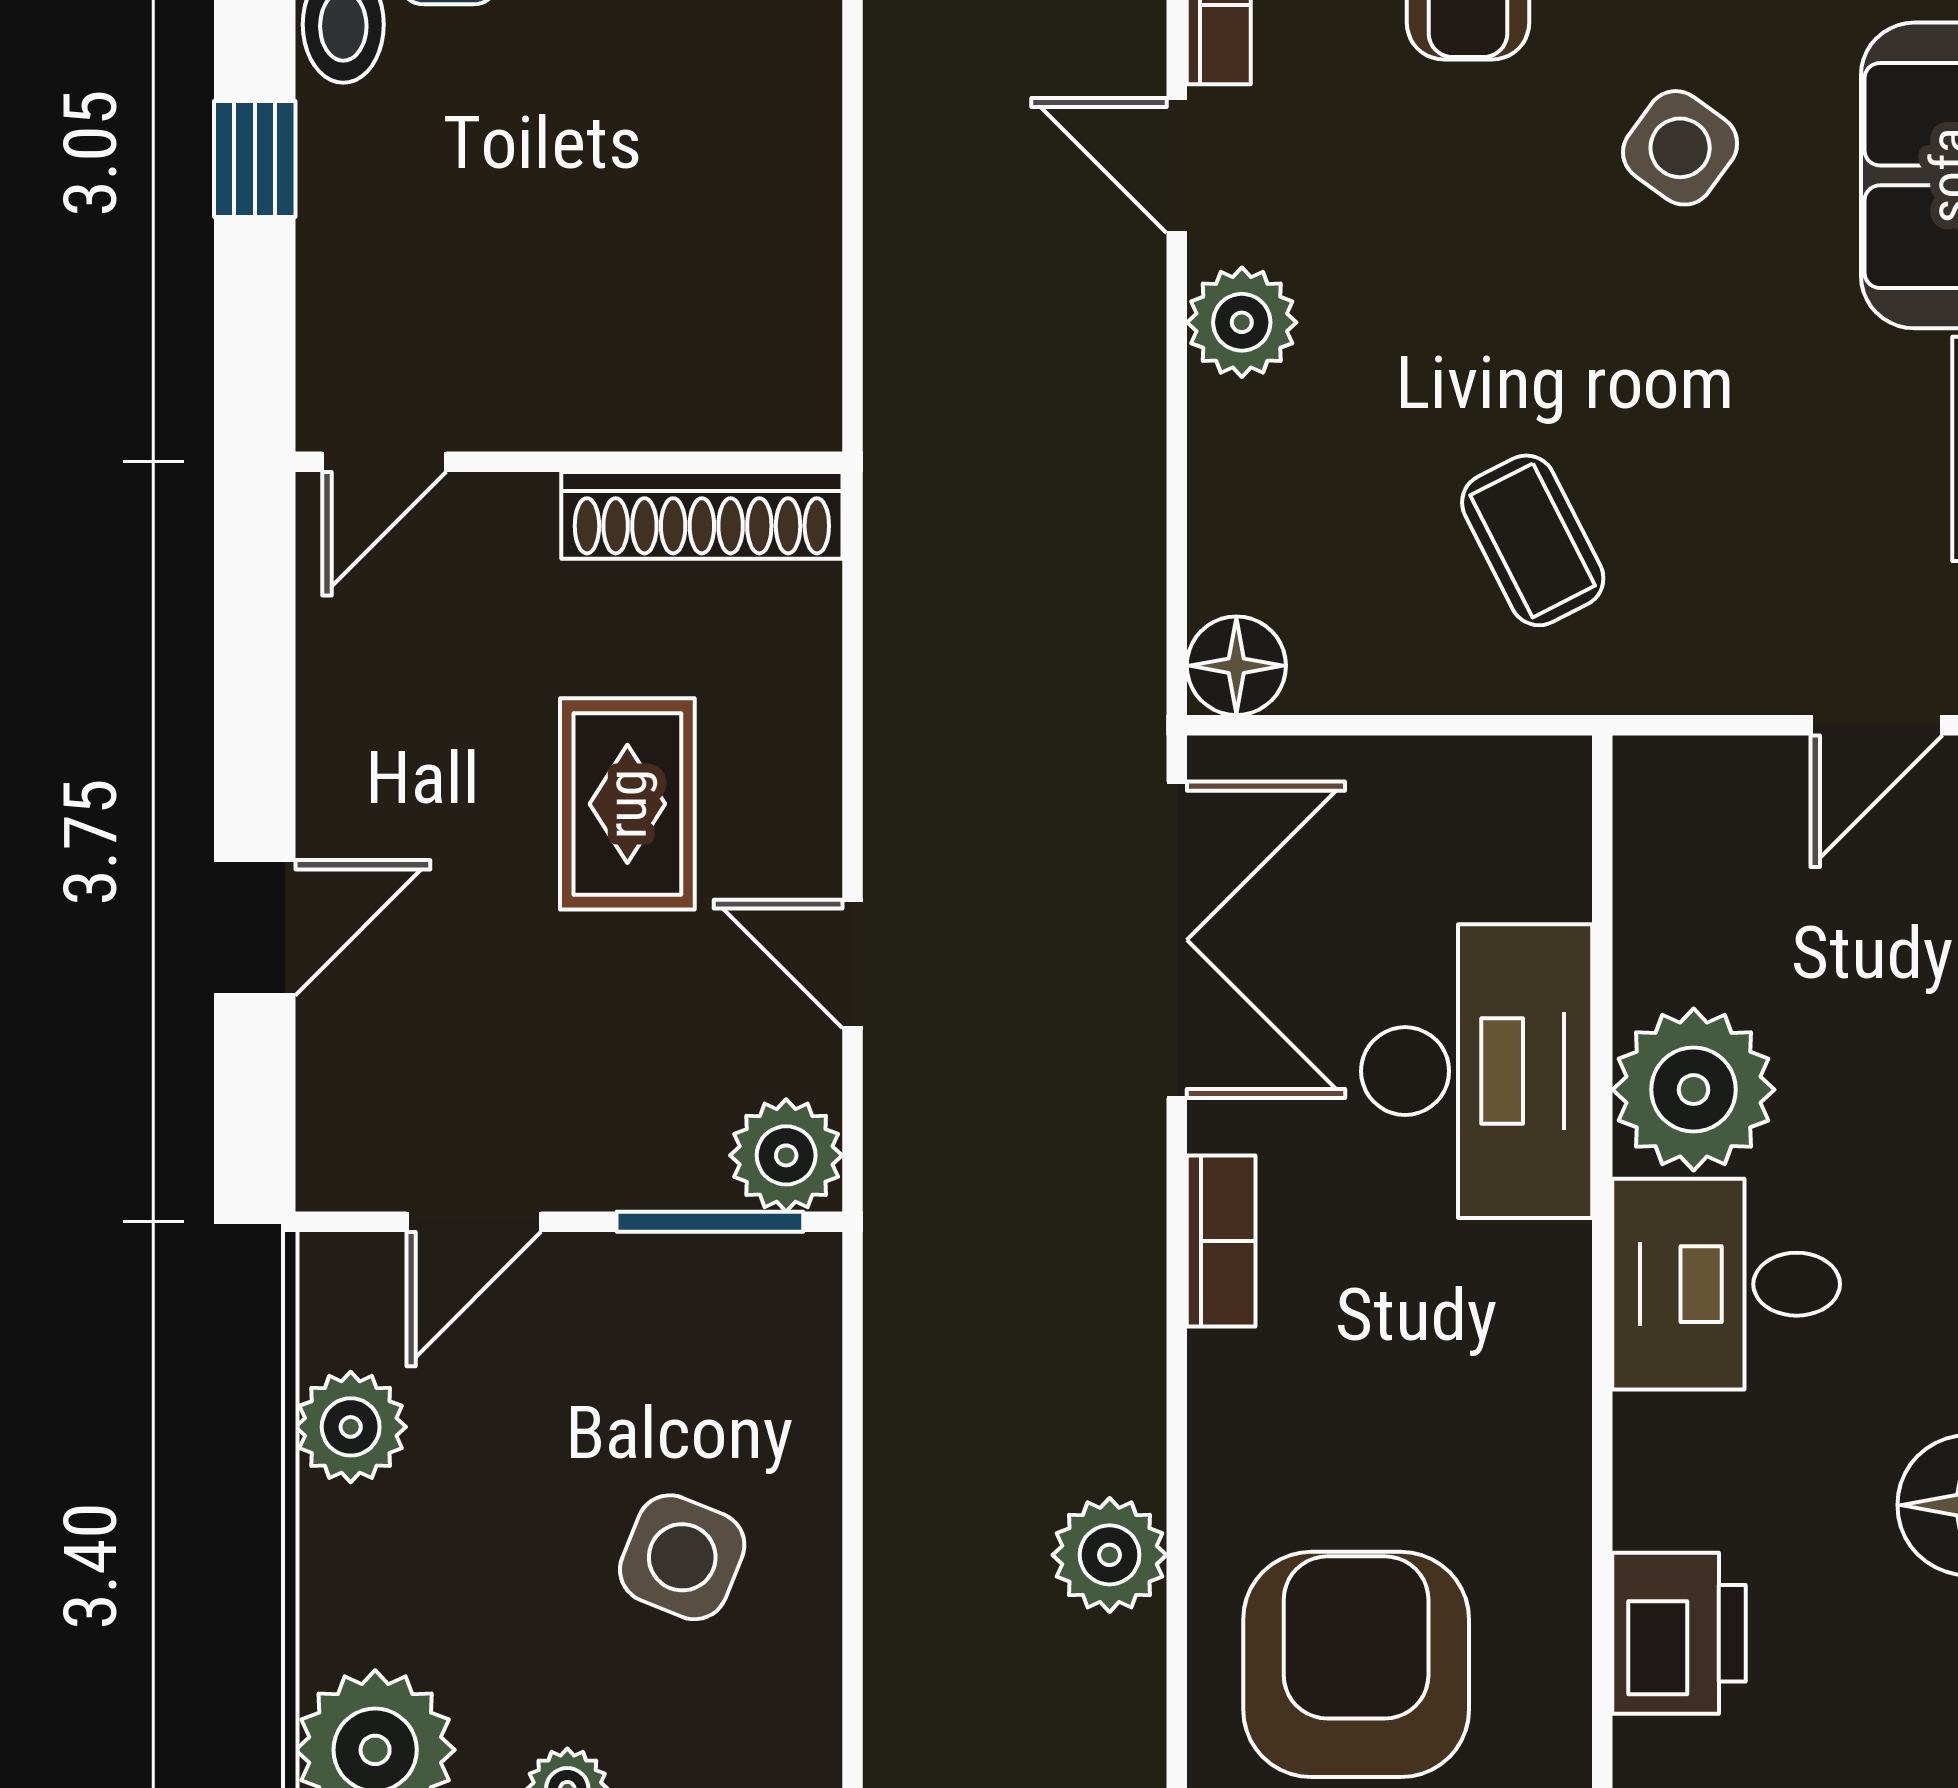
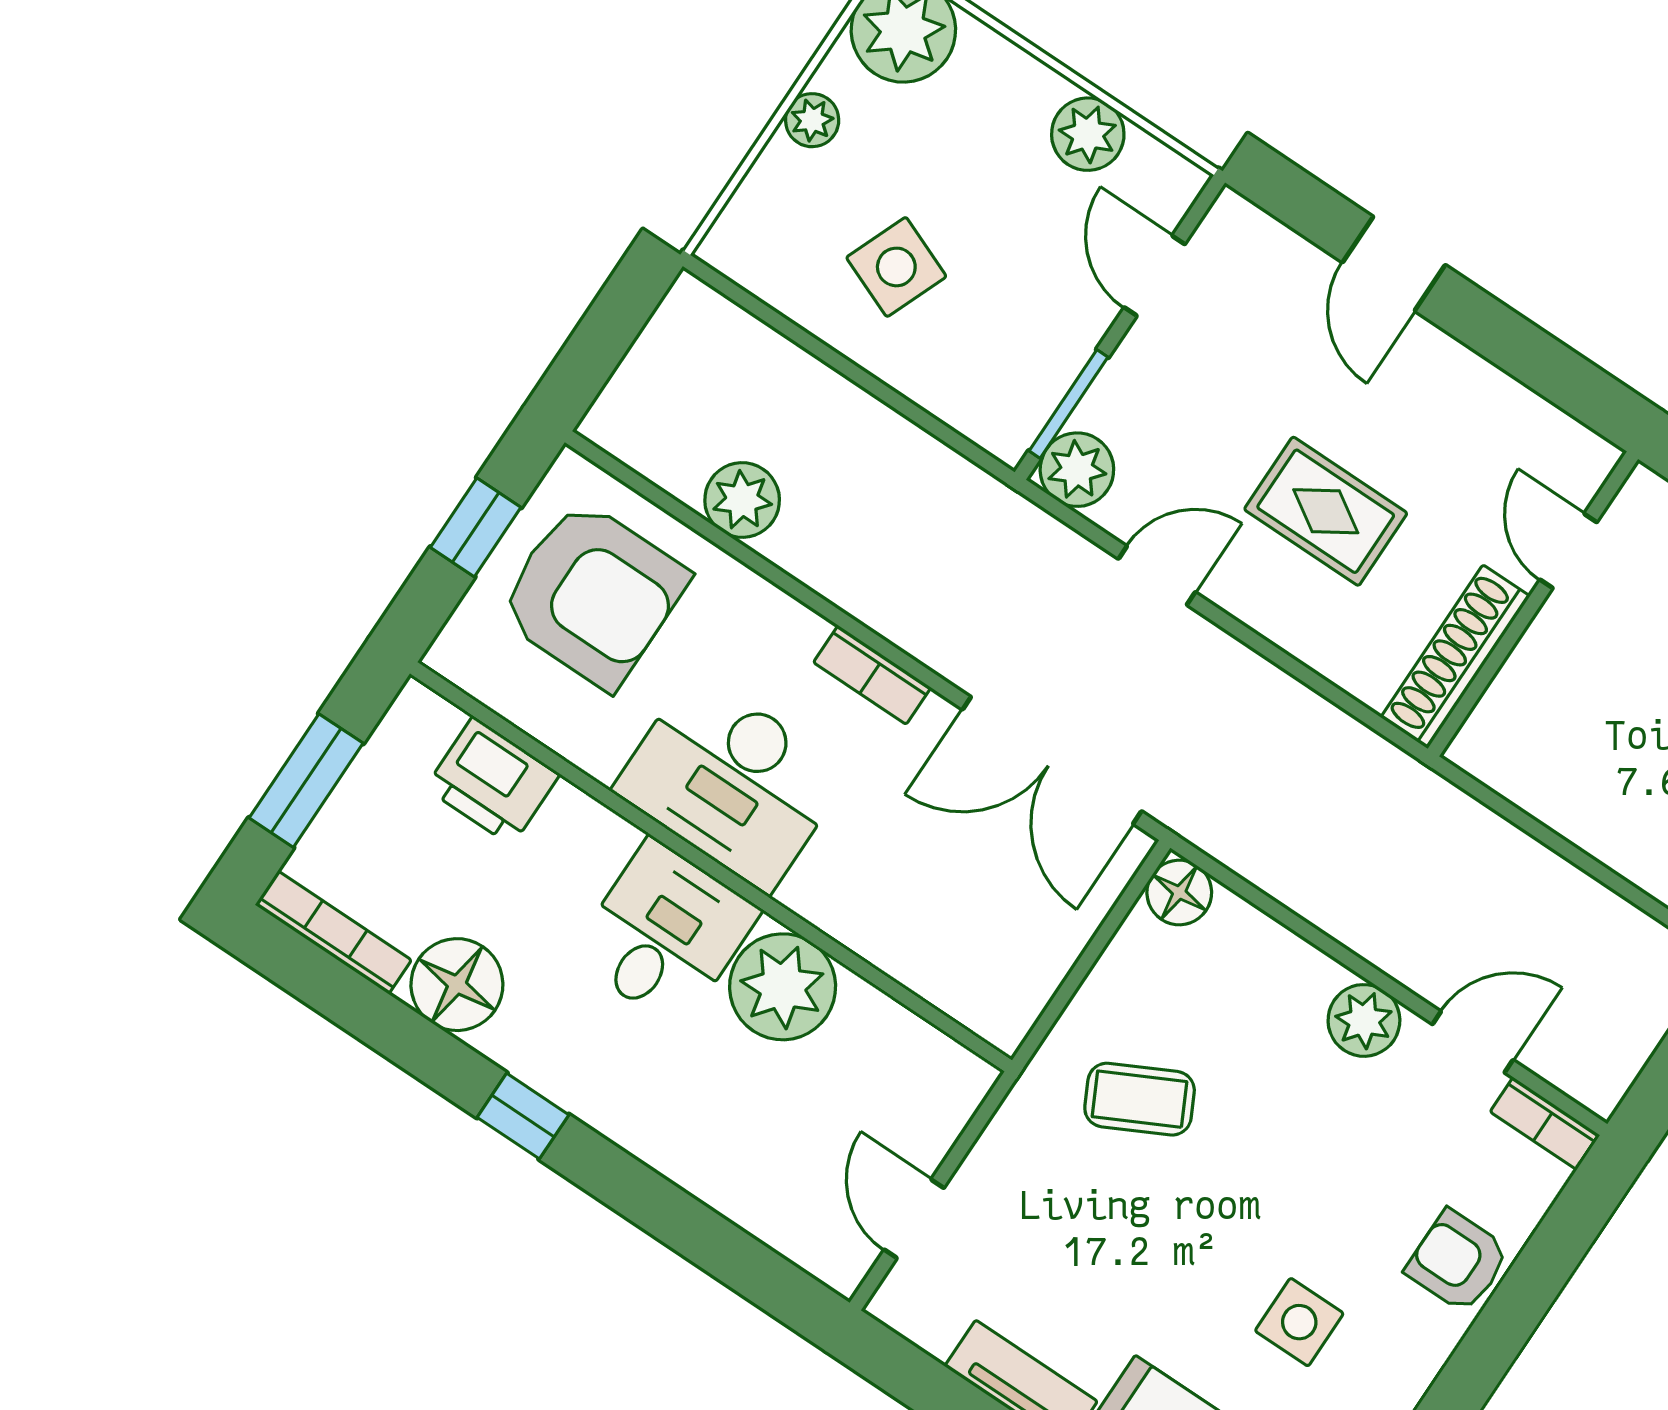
side table: (1680, 148) -> (1299, 1322), turned -36
door: (384, 462) -> (1568, 551), moved
desk: (1477, 1071) -> (731, 782), moved

